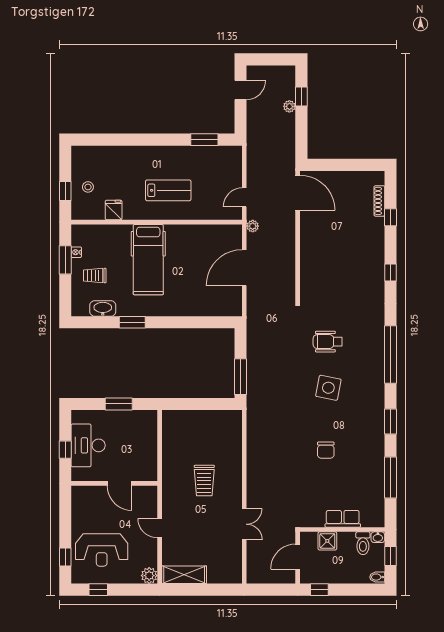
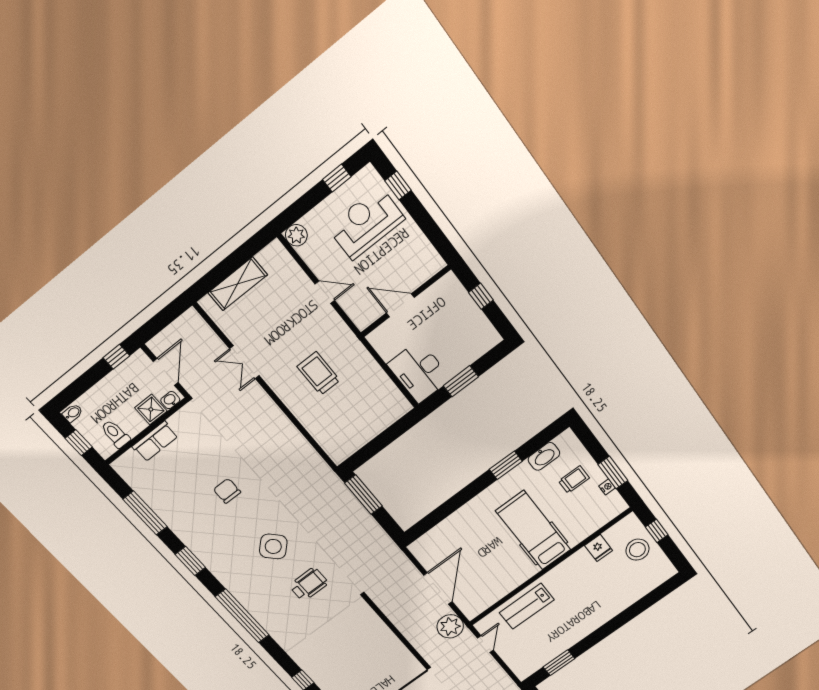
stool: (88, 187) -> (637, 550), width x1.89, depth x1.89
lab bench: (168, 190) -> (527, 606), moved
plant: (253, 226) -> (450, 626), width x1.88, depth x1.88
side table: (328, 388) -> (273, 546), turned 35
desk: (88, 445) -> (419, 372), moved, turned 180
washbasin: (378, 537) -> (170, 400), moved
shelving: (184, 575) -> (238, 284), moved

